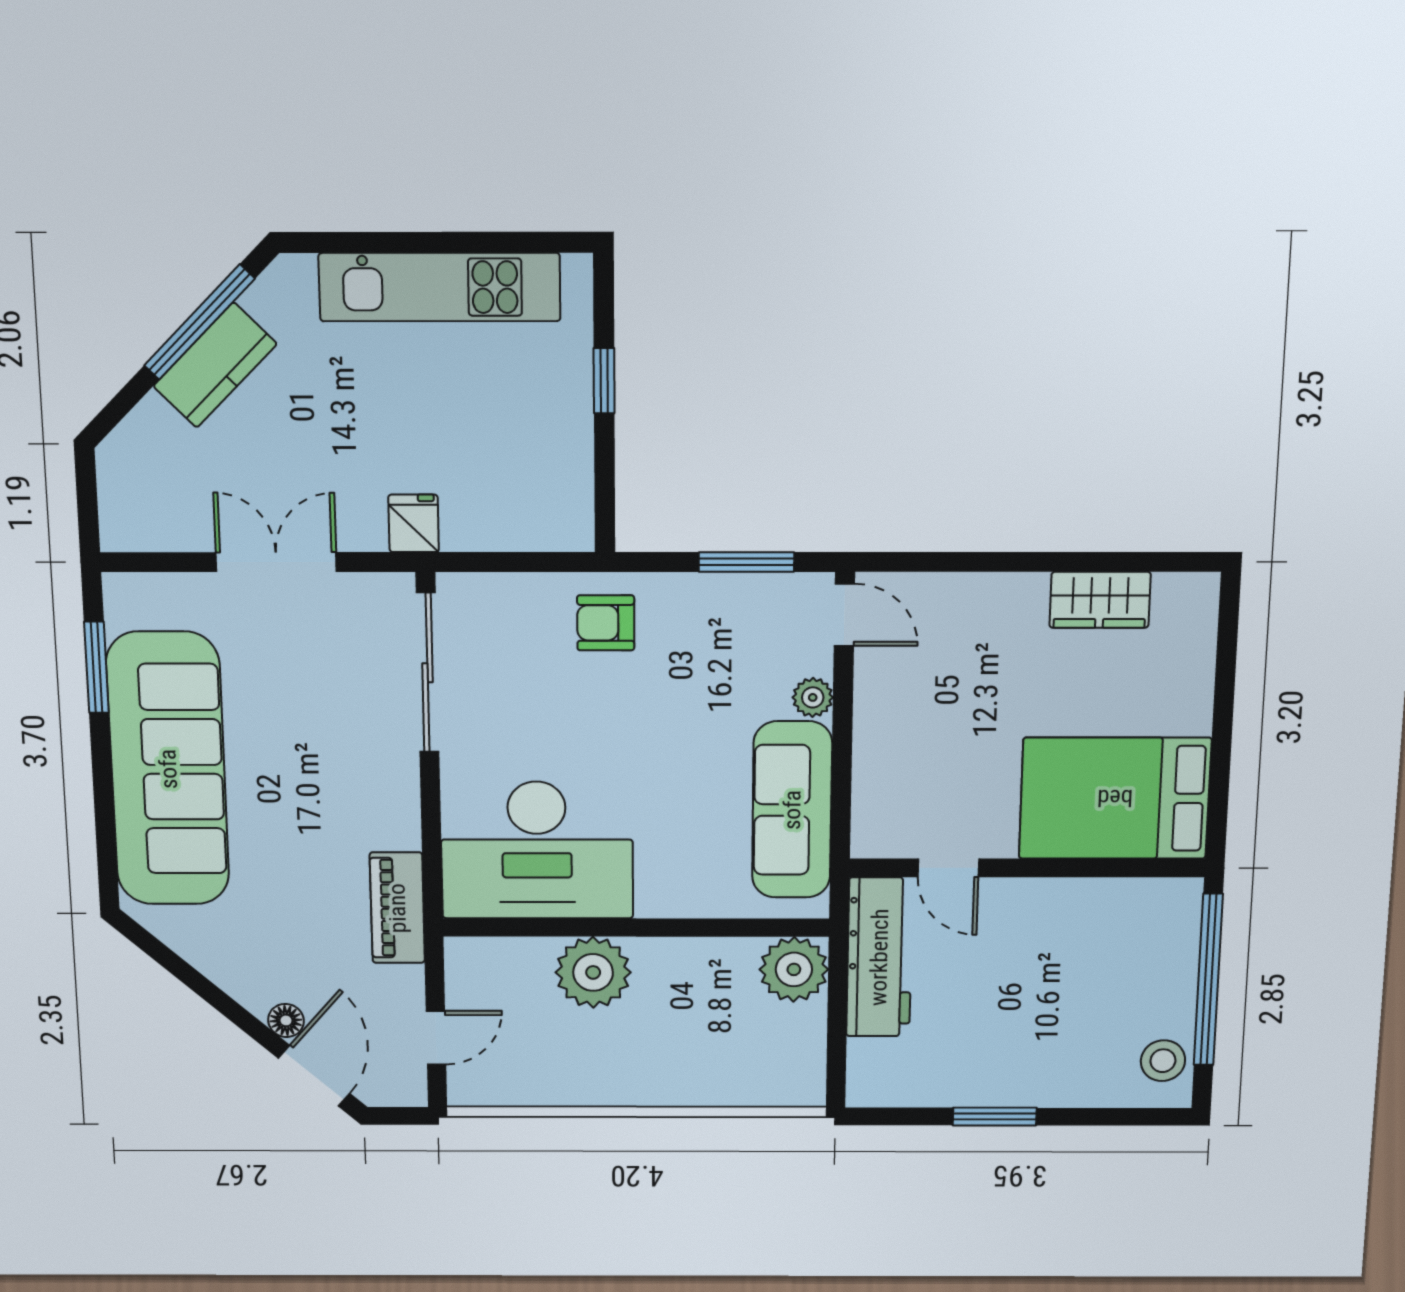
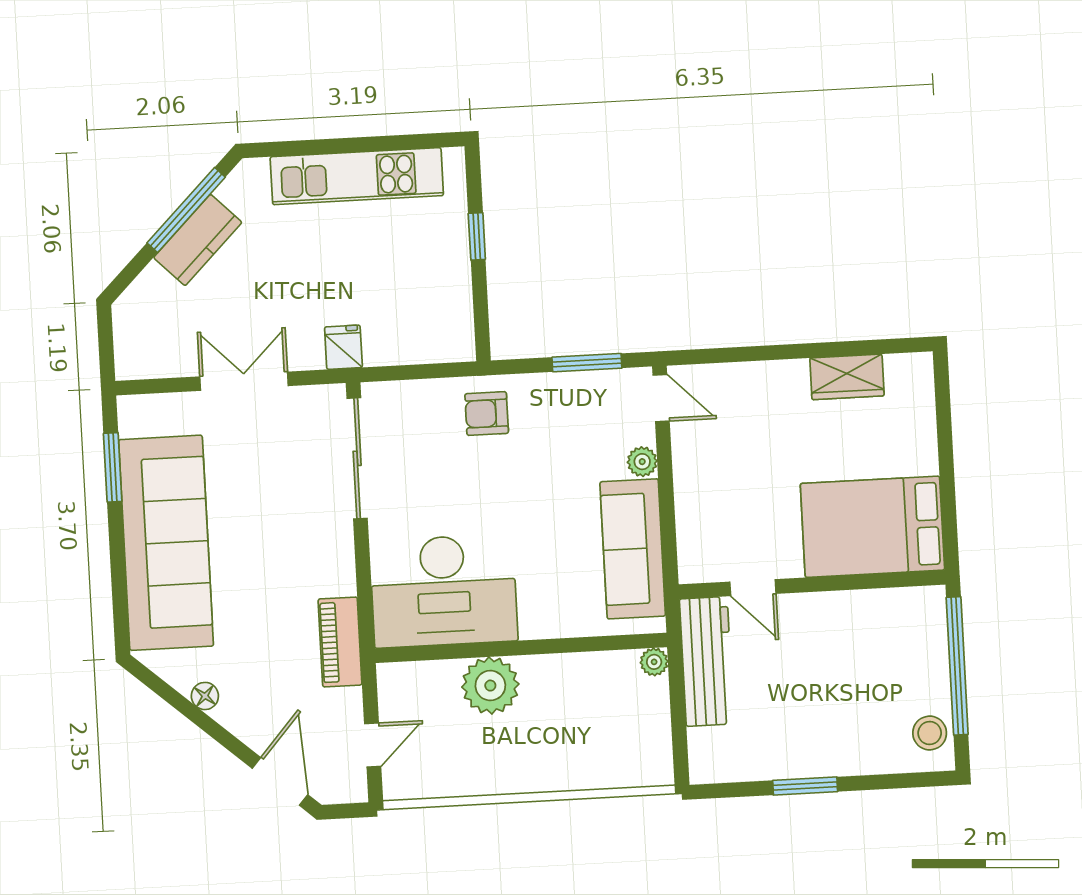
plant: (794, 969) -> (654, 662), width x0.53, depth x0.53
floor lamp: (286, 1020) -> (205, 696), moved

